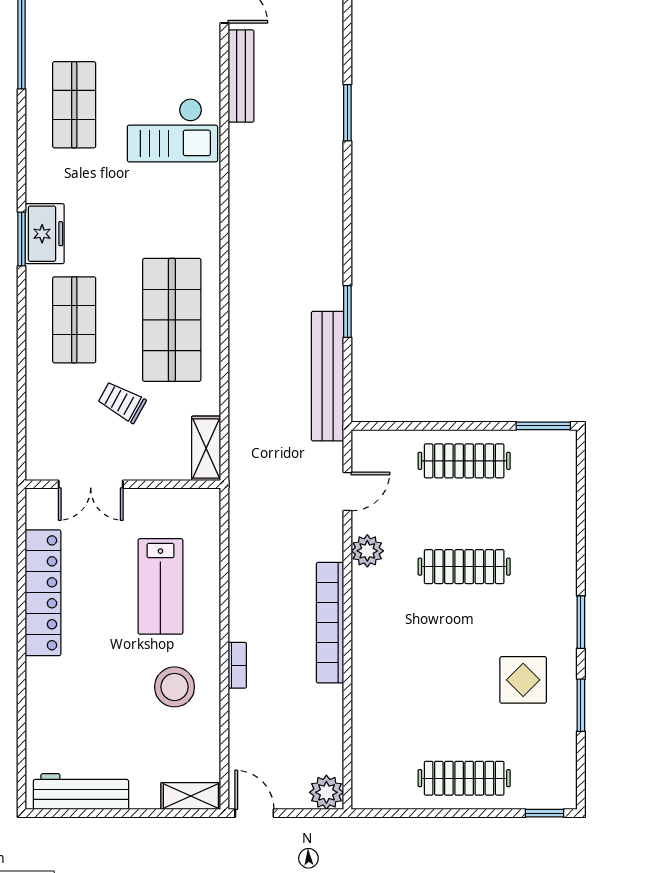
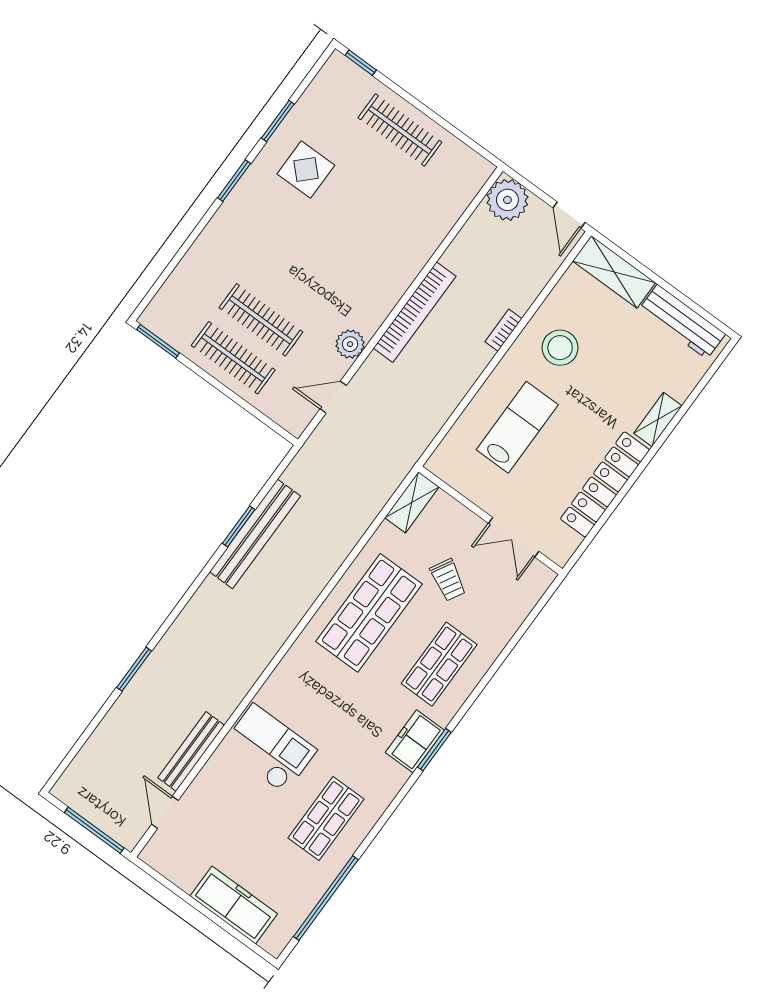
bench: (328, 376) -> (255, 534), moved
double door: (91, 484) -> (514, 537), swing flipped
clothes rail: (464, 567) -> (261, 320), moved
shelving: (38, 687) -> (658, 419), added
plant: (326, 792) -> (507, 200), width x1.36, depth x1.36
shelving: (191, 796) -> (614, 272), width x1.50, depth x1.33

